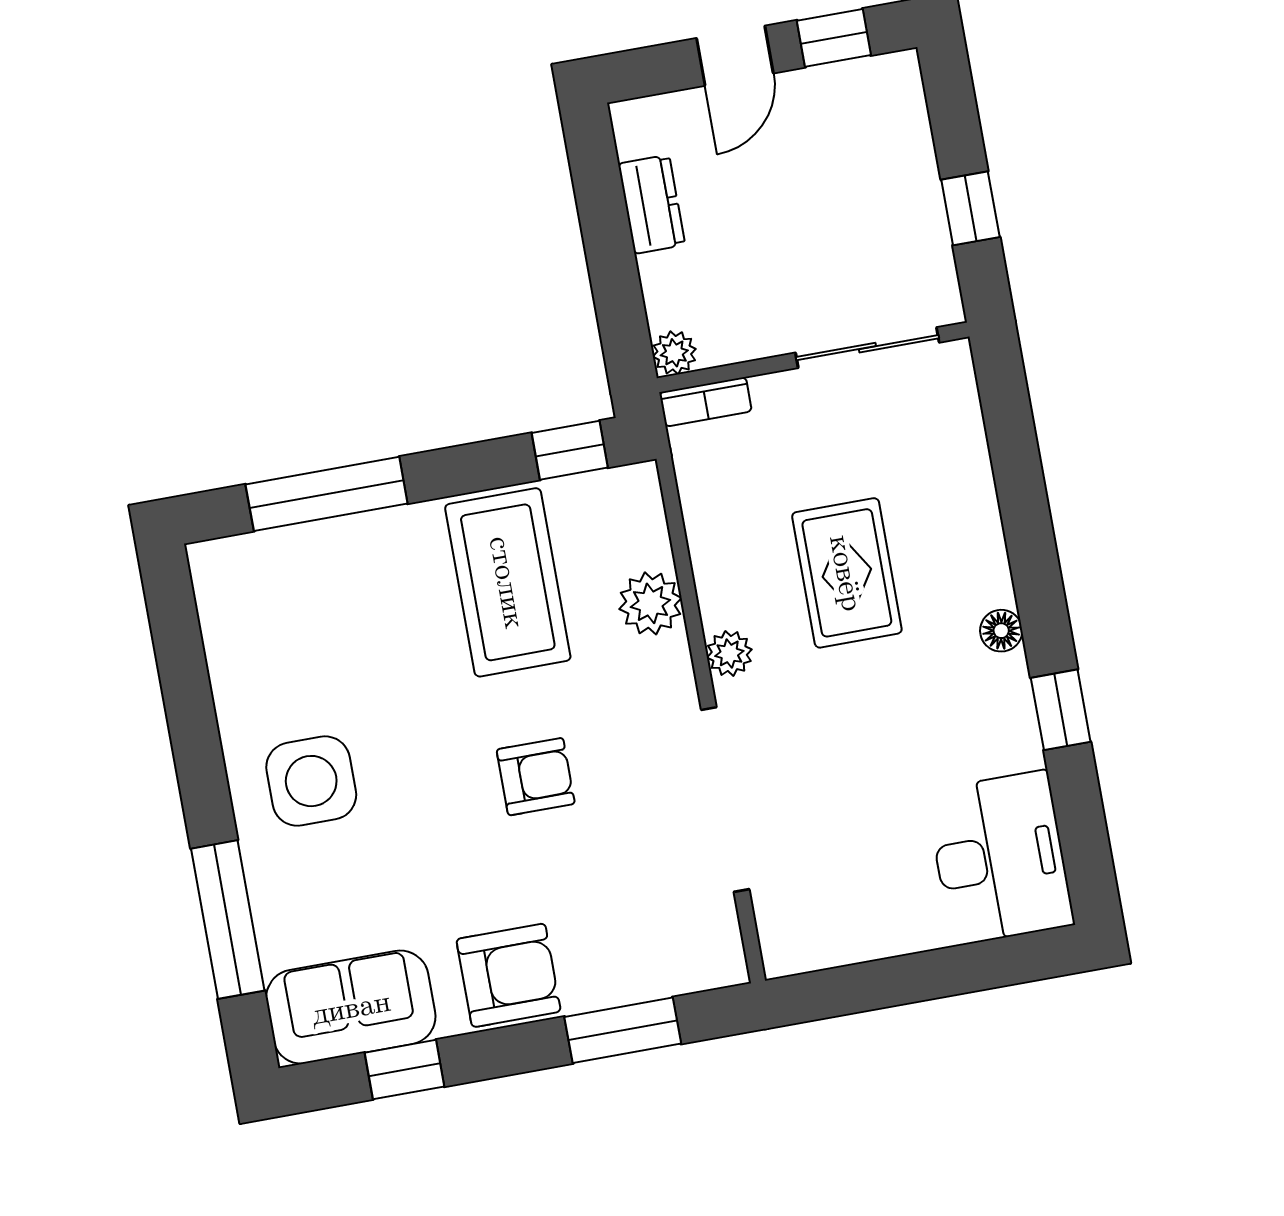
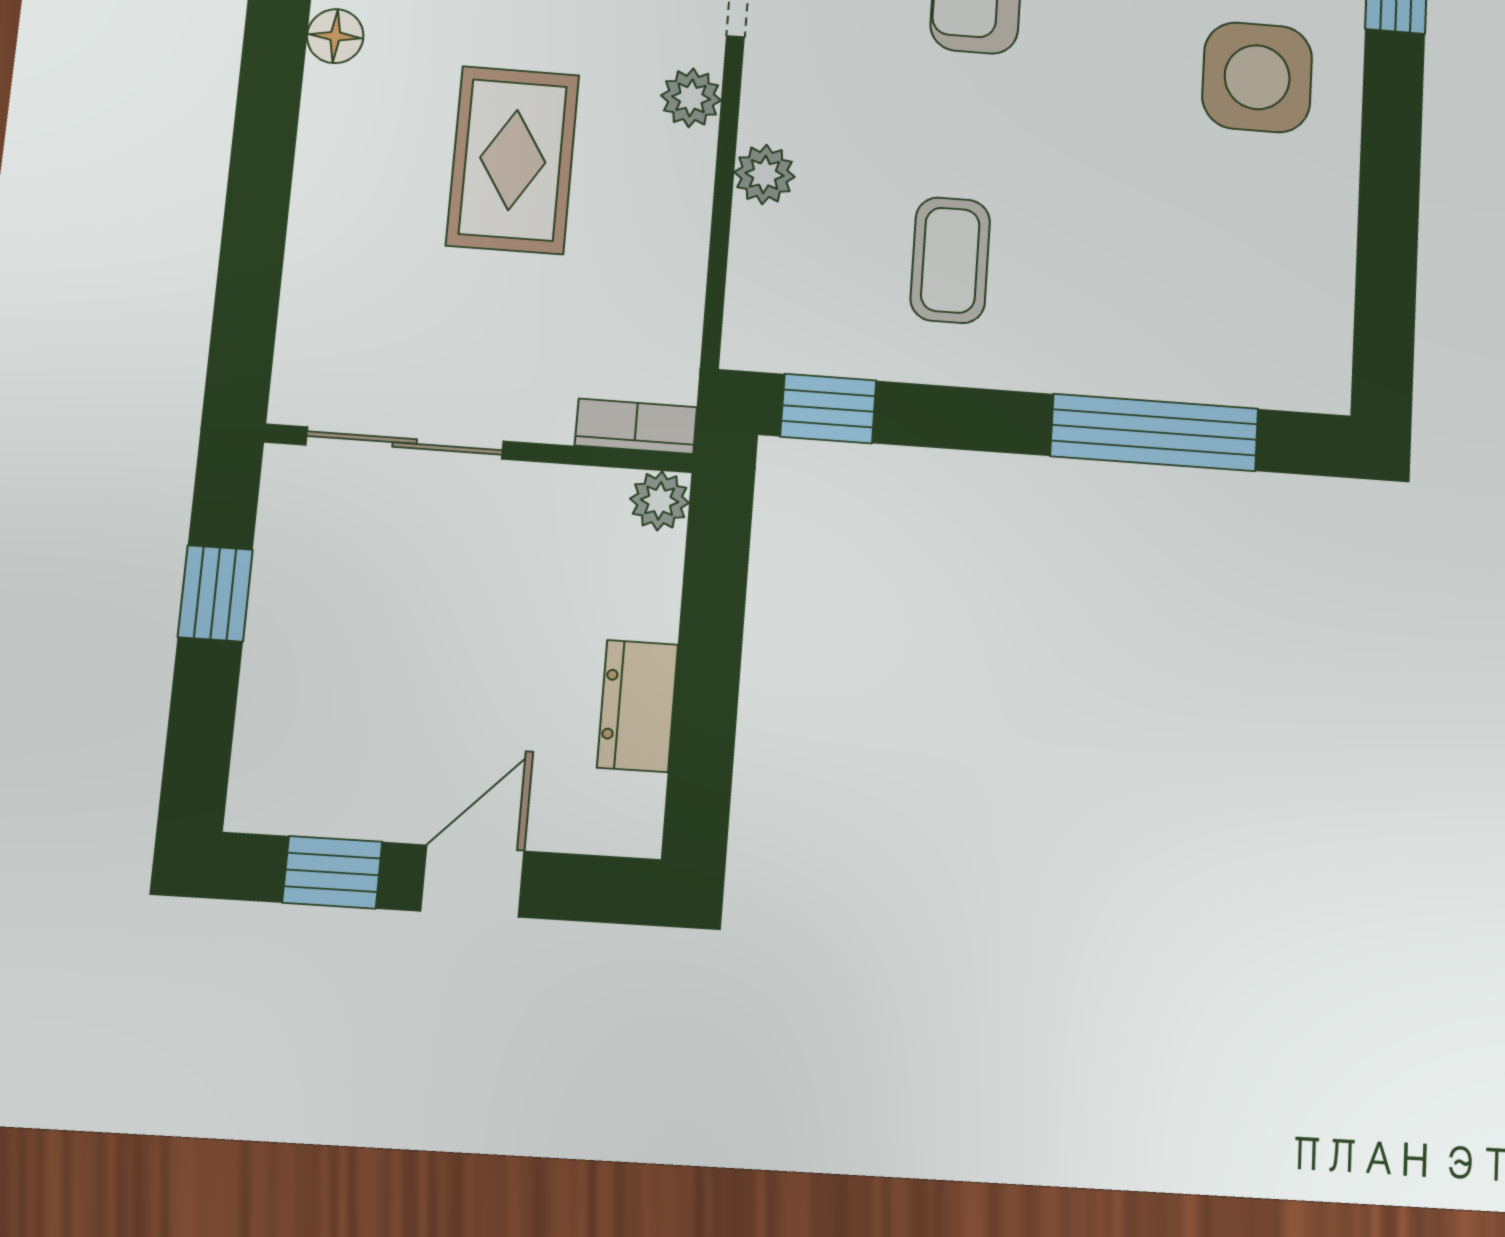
coffee table: (508, 582) -> (950, 260), width x0.54, depth x0.58
plant: (650, 603) -> (764, 174), width x0.73, depth x0.73

